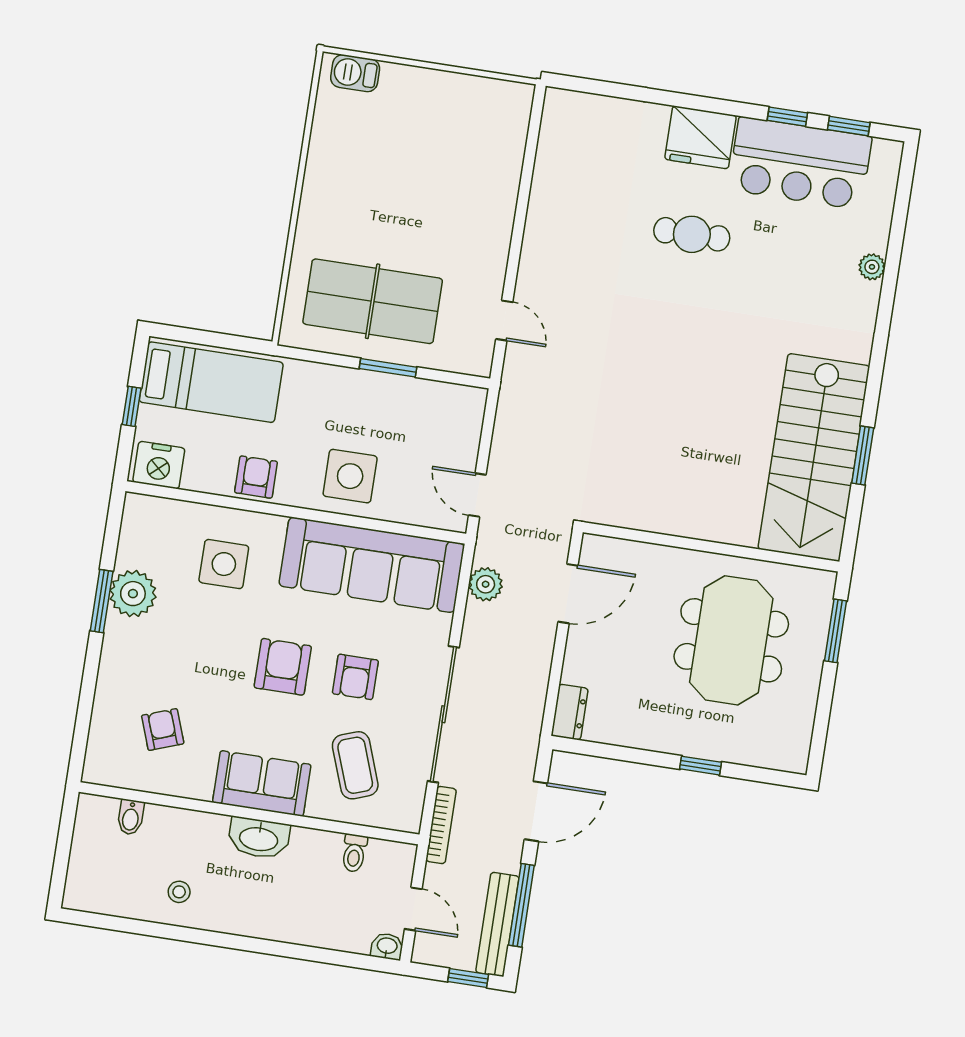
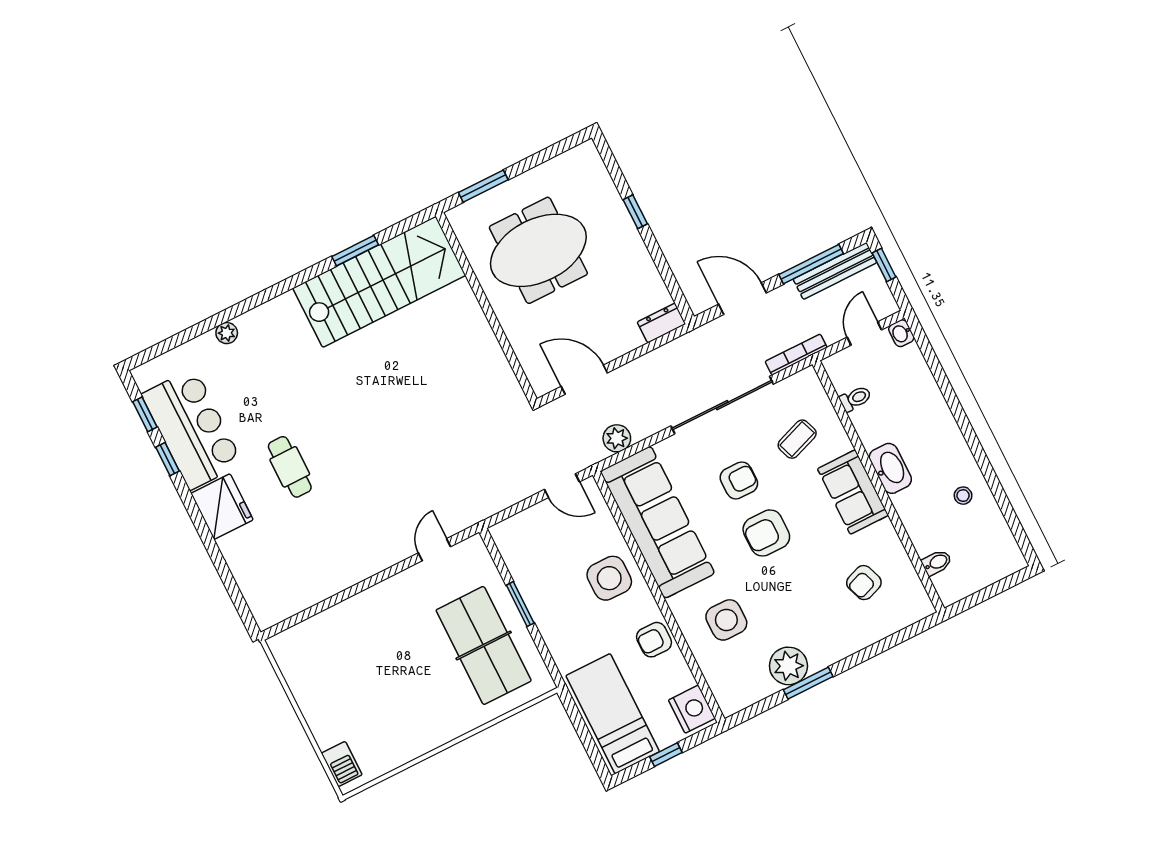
door: (477, 495) -> (562, 486), hinge flipped
coffee table: (355, 765) -> (797, 439), width x0.73, depth x0.77

